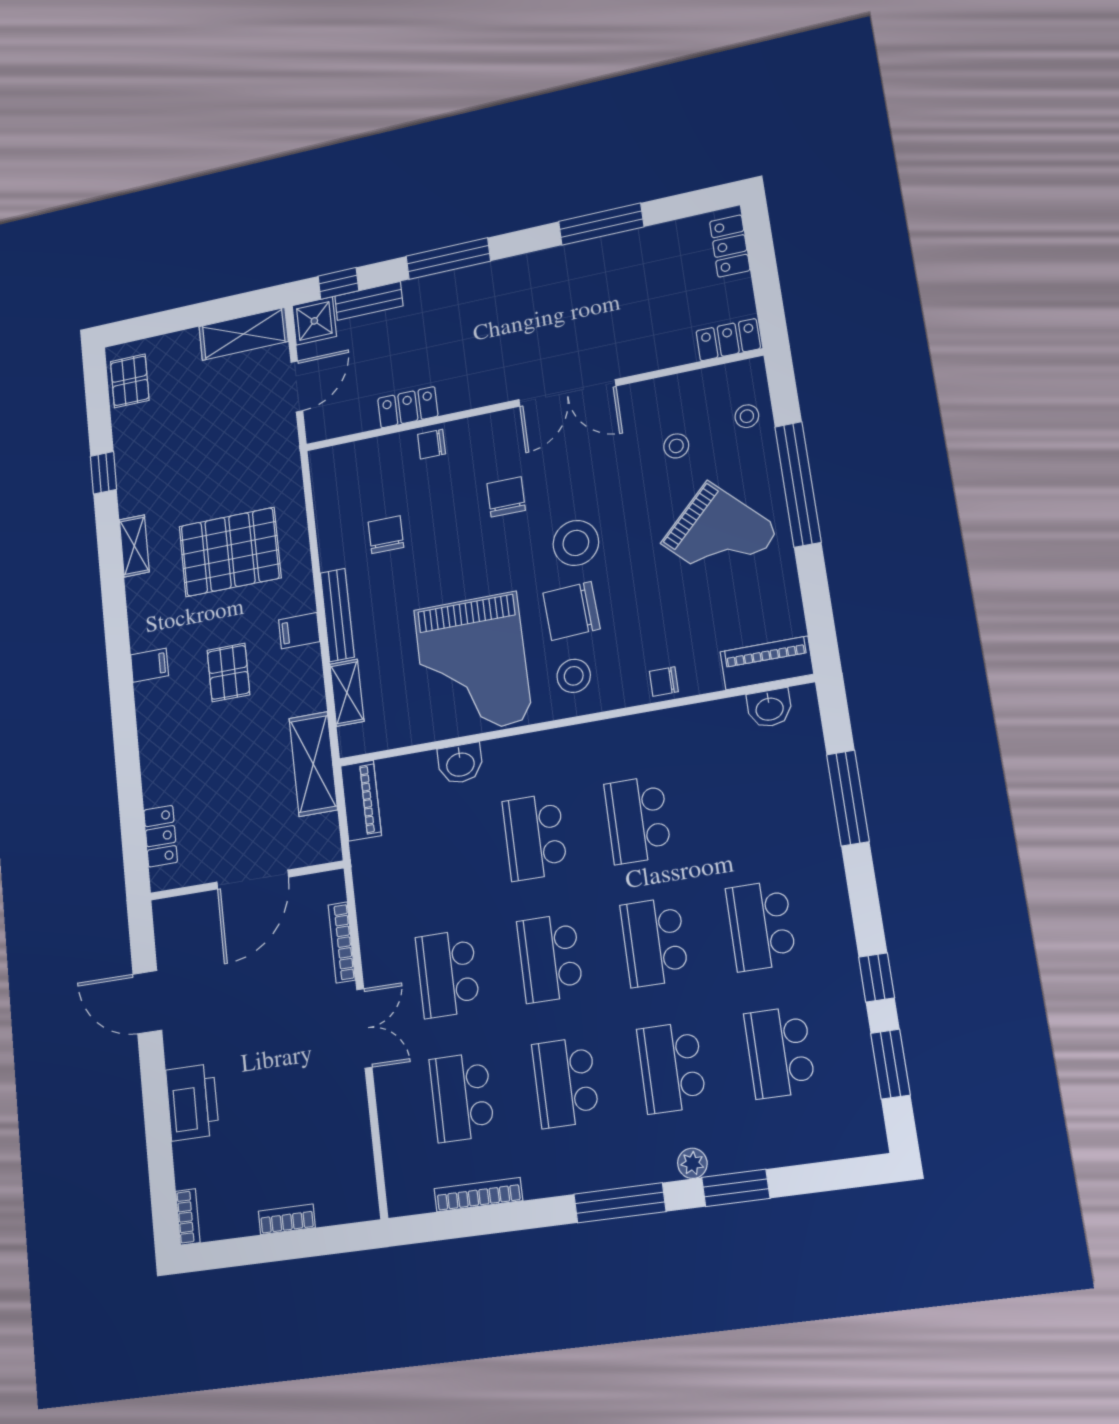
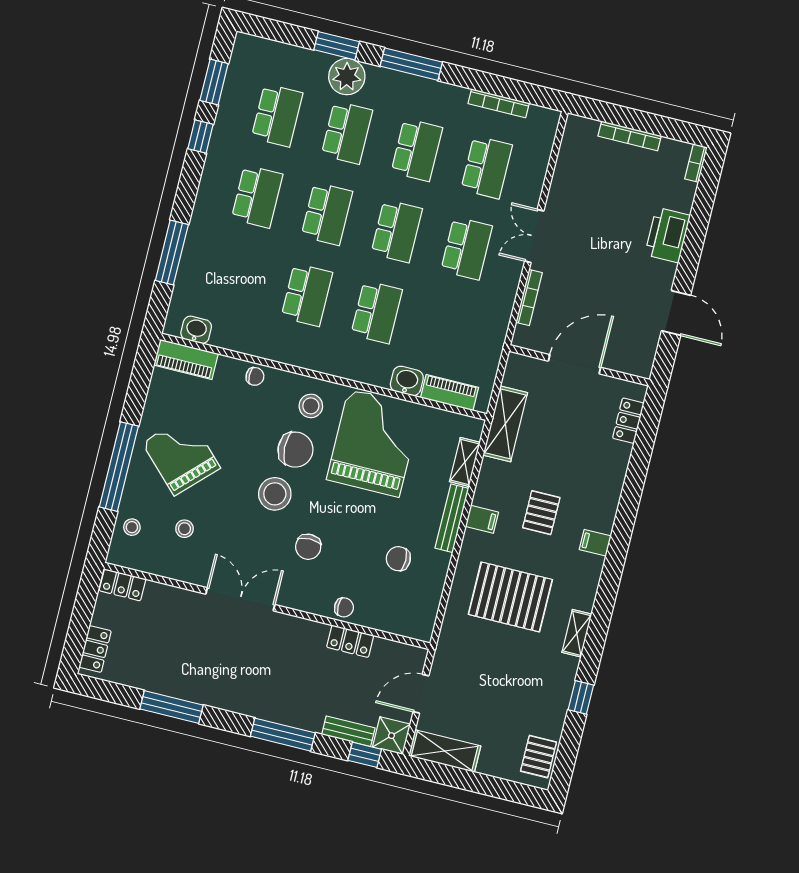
chair: (386, 535) -> (398, 559), turned 90
piano: (361, 801) -> (450, 393), moved, turned 90
plant: (692, 1163) -> (347, 77), width x1.88, depth x1.88
bookcase: (287, 1219) -> (630, 136), width x1.56

